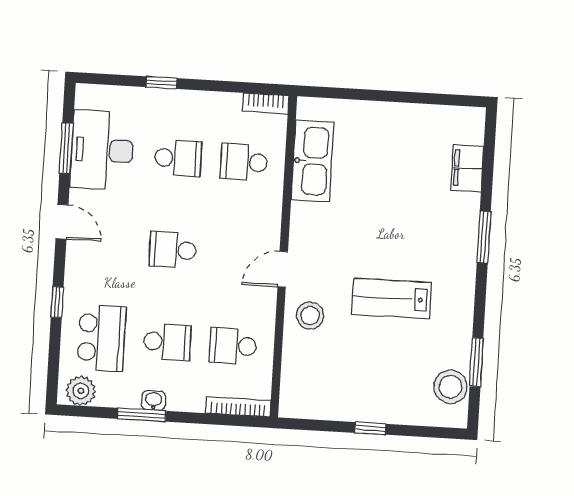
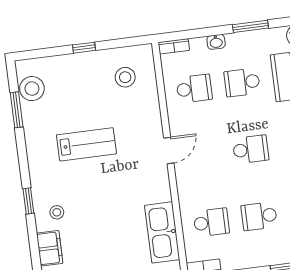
stool: (449, 215) -> (57, 212), added
window: (484, 237) -> (28, 201), width x0.67
stool: (310, 316) -> (125, 77), moved
washbasin: (154, 400) -> (216, 42), moved
bookcase: (238, 407) -> (174, 46), width x0.64

